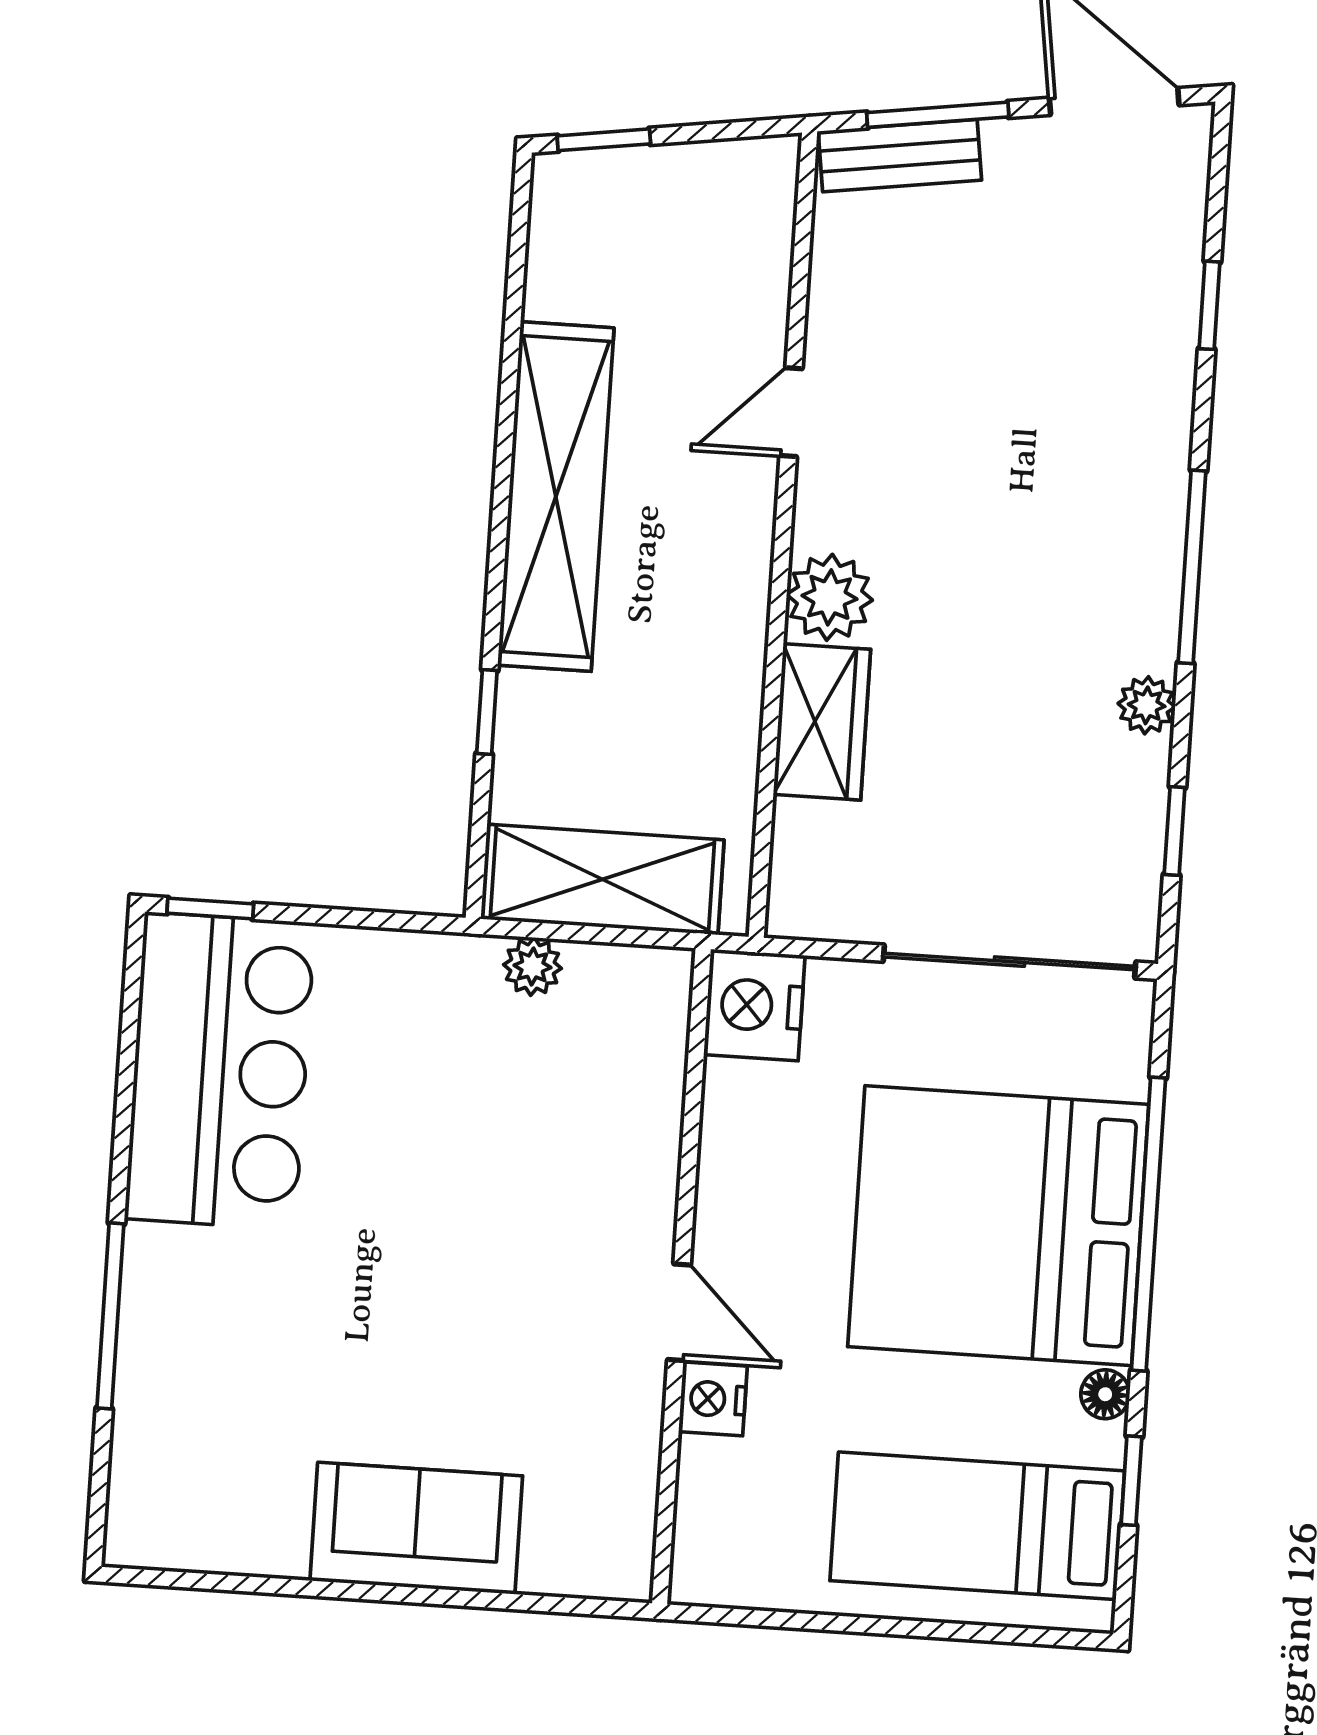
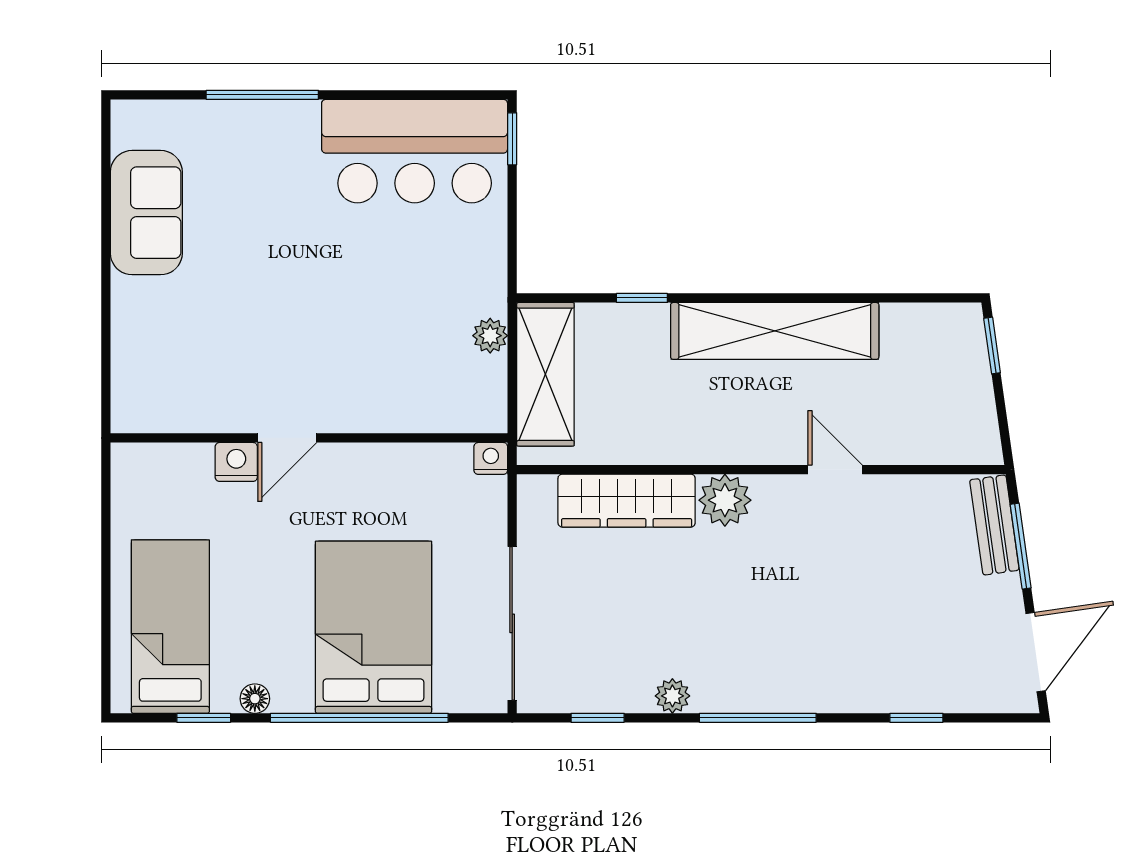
wardrobe: (822, 722) -> (627, 501), width x1.50
nightstand: (754, 1005) -> (491, 458), width x0.53, depth x0.56
bed: (998, 1226) -> (374, 627), width x0.73
sofa: (416, 1528) -> (146, 213), moved

